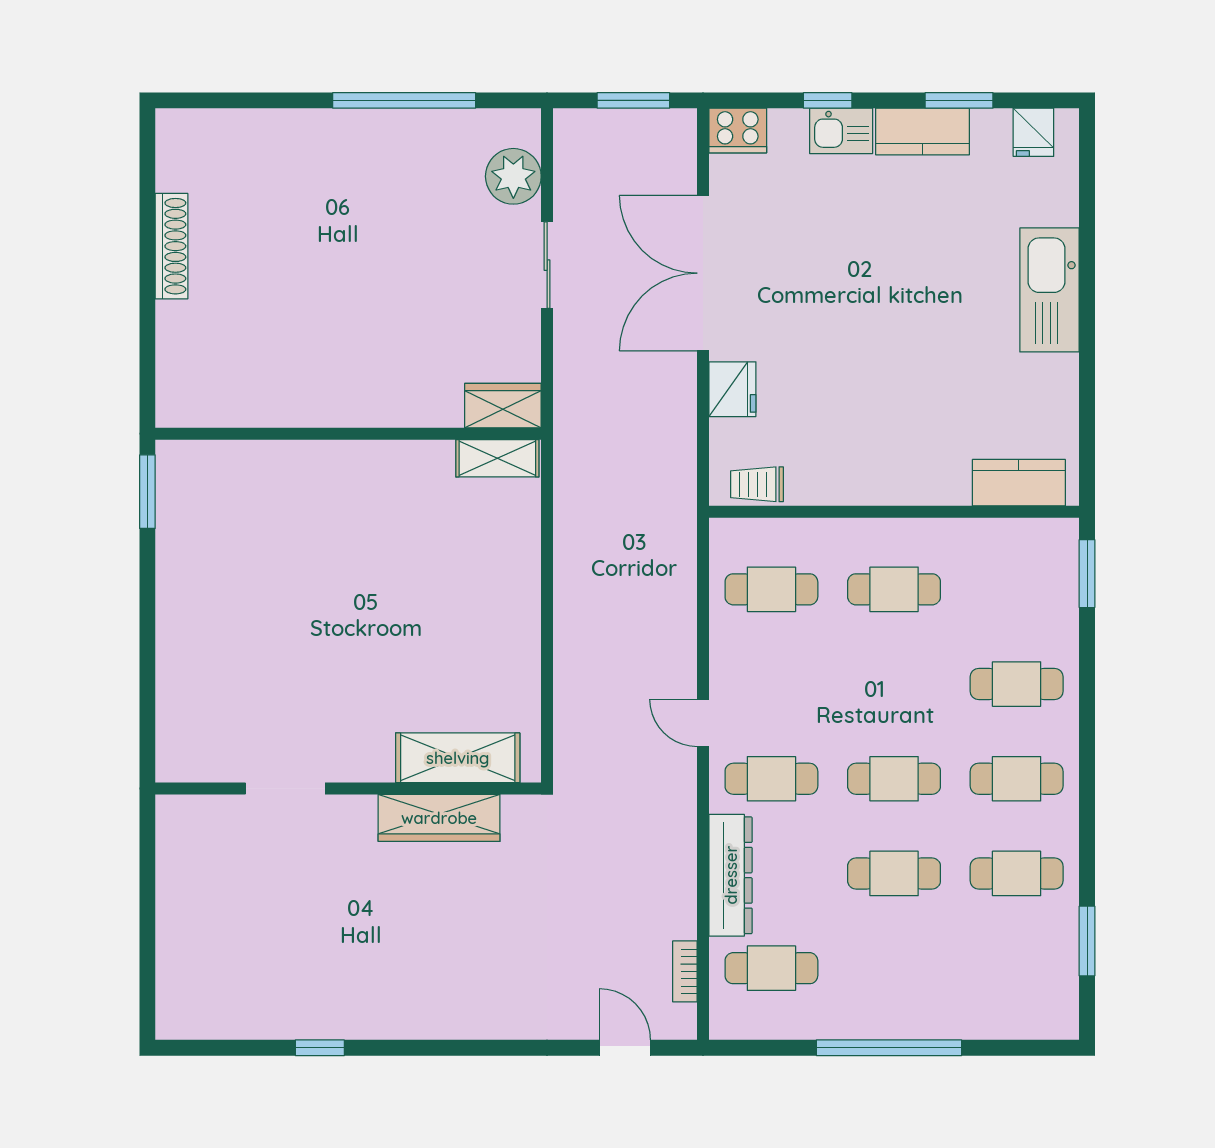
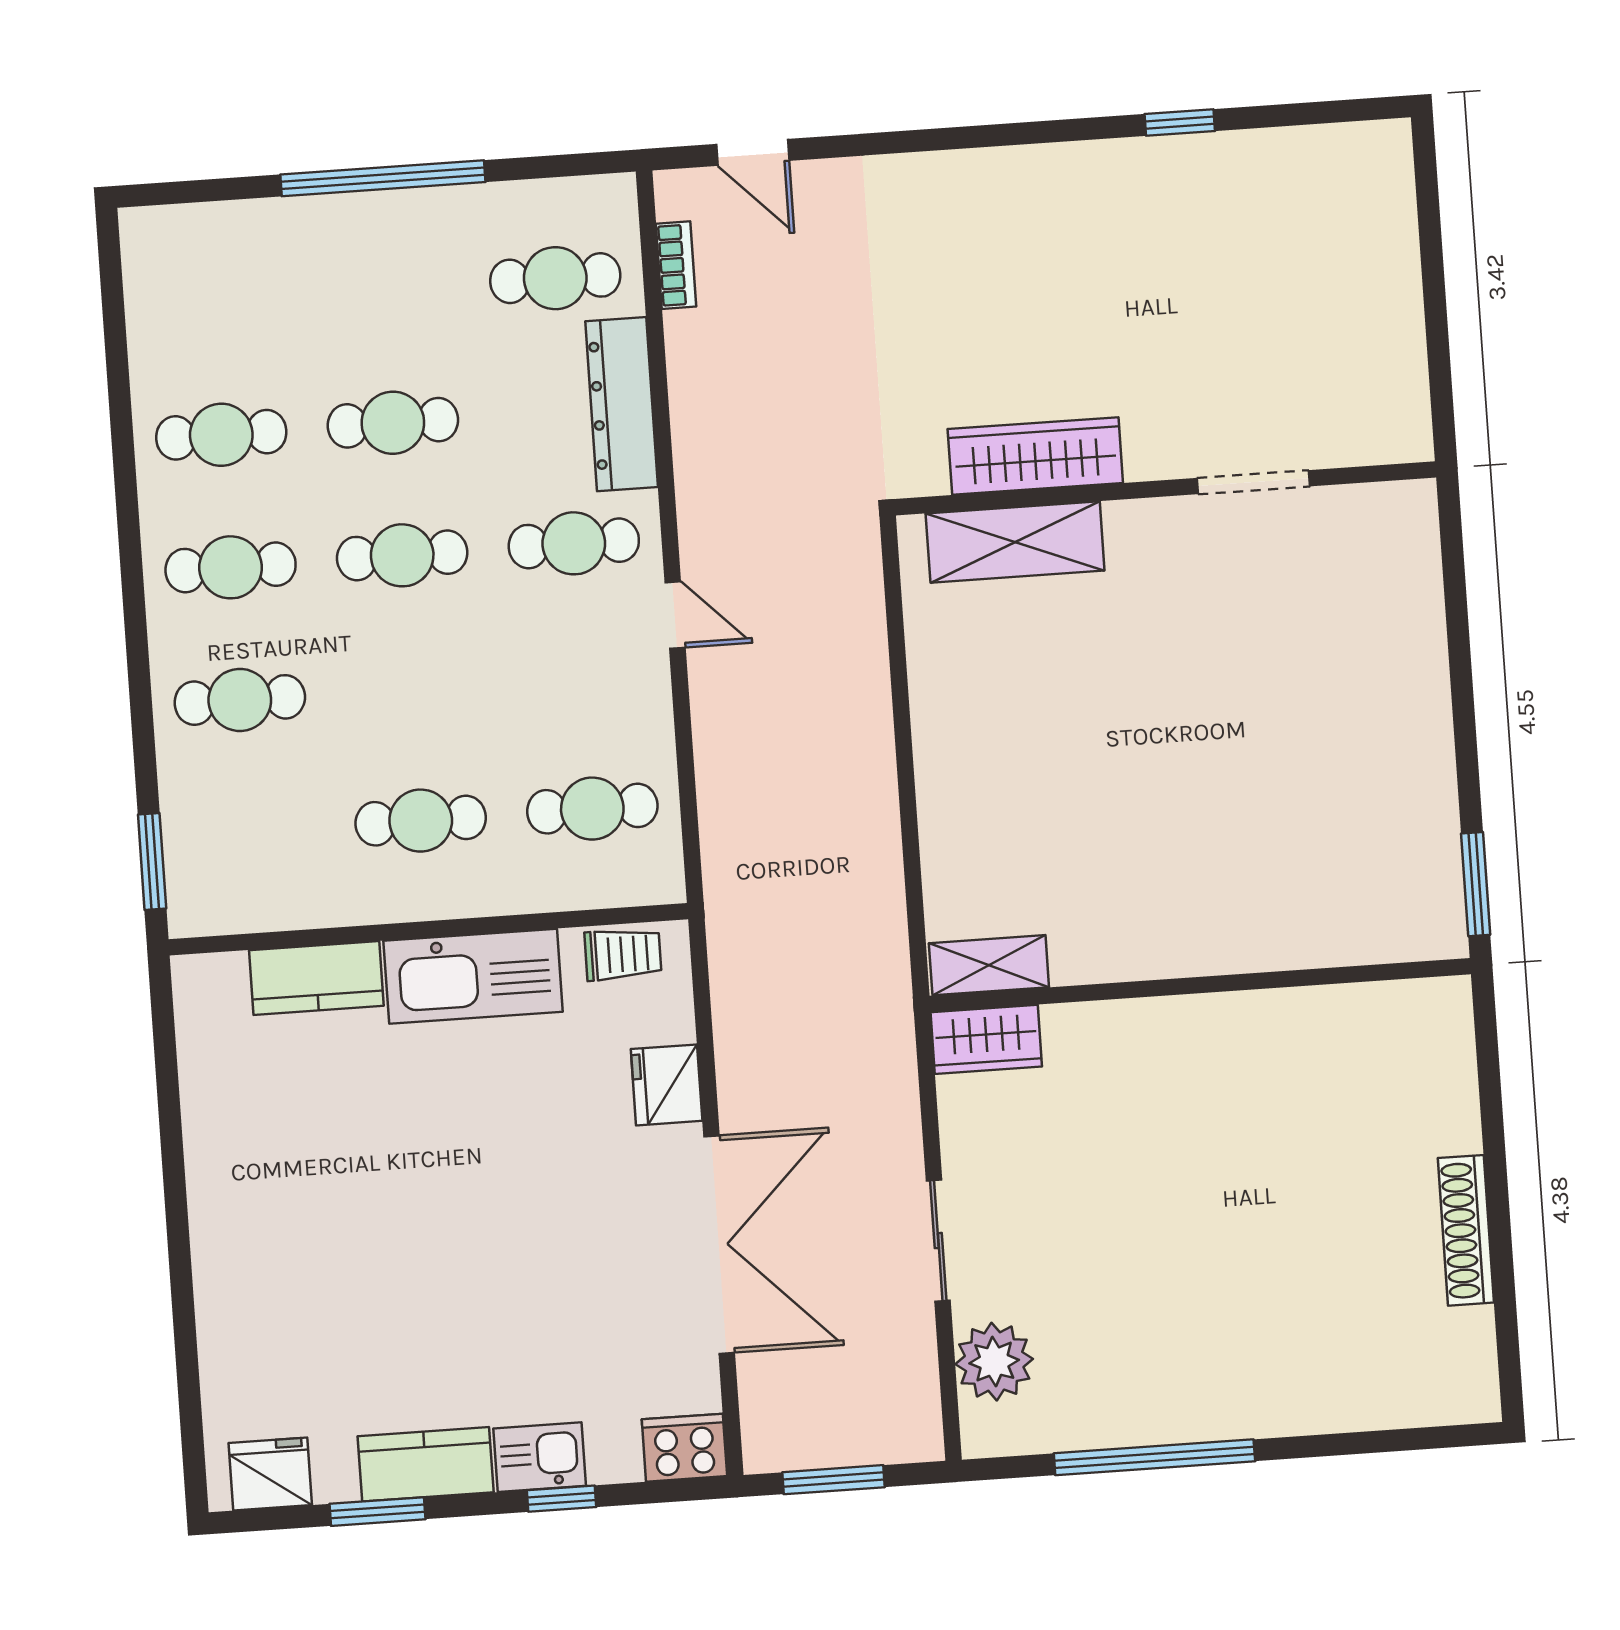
fridge: (1033, 132) -> (270, 1474), width x1.38
kitchen sink: (1049, 290) -> (473, 976), moved, turned 90
kitchen counter: (1019, 483) -> (316, 978), moved
window: (1087, 941) -> (116, 347), removed

